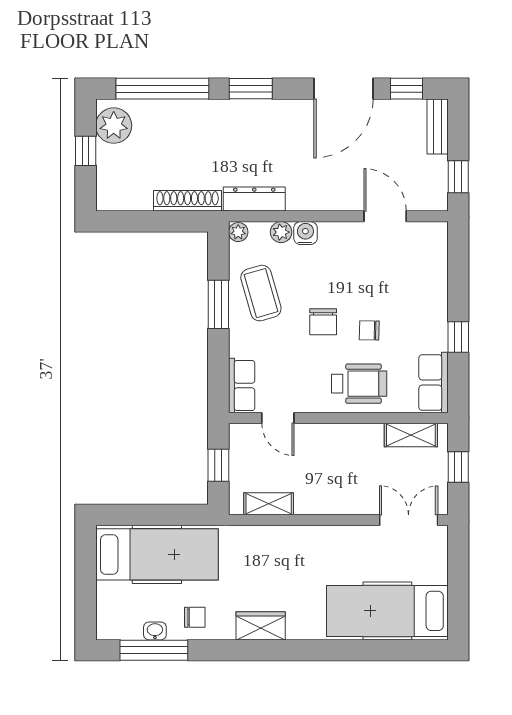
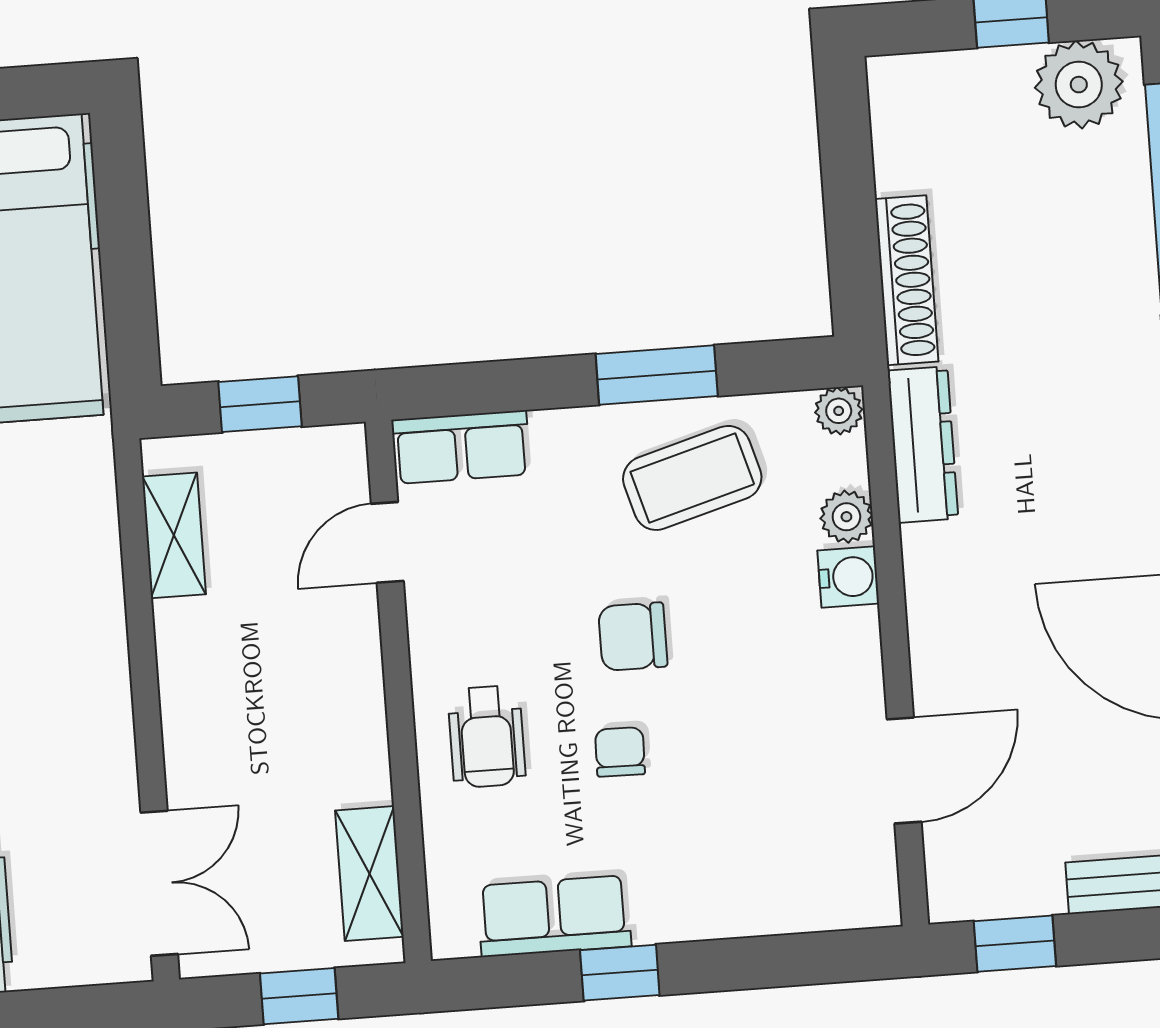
row of seats: (434, 382) -> (554, 916), moved
wheelchair: (359, 384) -> (487, 737), width x0.73, depth x0.73

